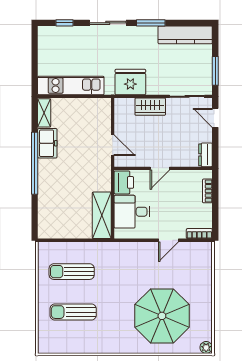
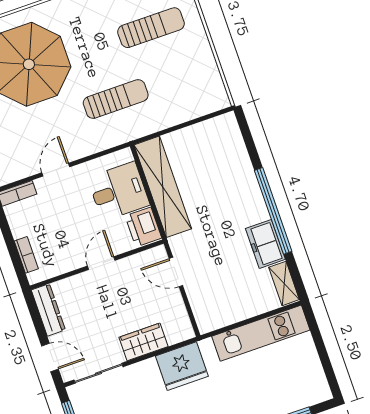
dresser: (206, 155) -> (48, 310), width x1.44
shelving: (102, 215) -> (163, 187), width x1.47
sun lounger: (72, 272) -> (116, 99), moved

